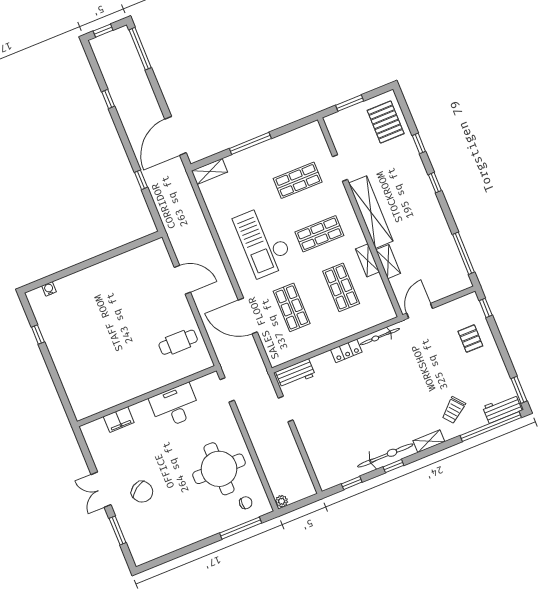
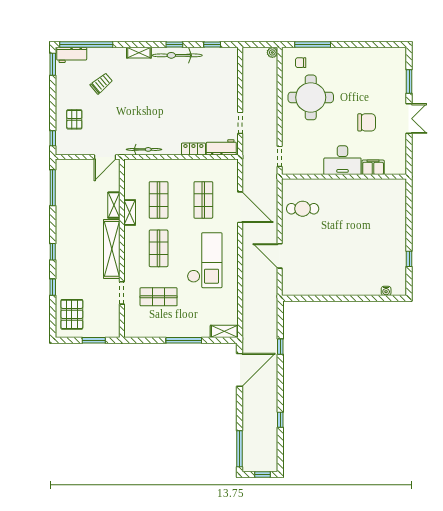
shop shelf: (319, 234) -> (159, 248), turned 90
locker: (346, 351) -> (193, 149), moved
desk: (175, 406) -> (342, 160), moved
trolley: (454, 410) -> (101, 83), moved
chair: (142, 492) -> (367, 122), moved, turned 124

